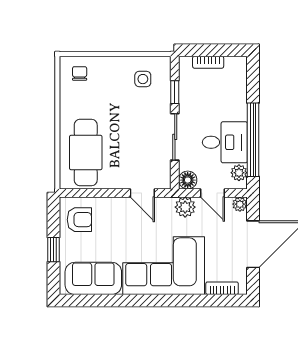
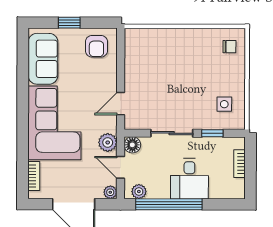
desk: (225, 142) -> (189, 179), moved
cafe table: (86, 152) -> (158, 52), removed
door: (212, 193) -> (121, 167), hinge flipped

